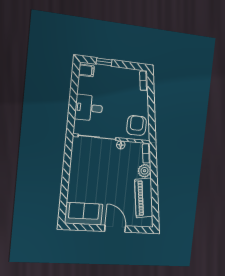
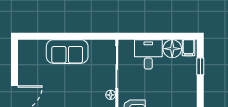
floor lamp: (86, 85) -> (172, 49), added
sofa: (84, 214) -> (67, 52), moved, turned 90

